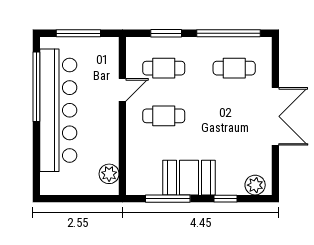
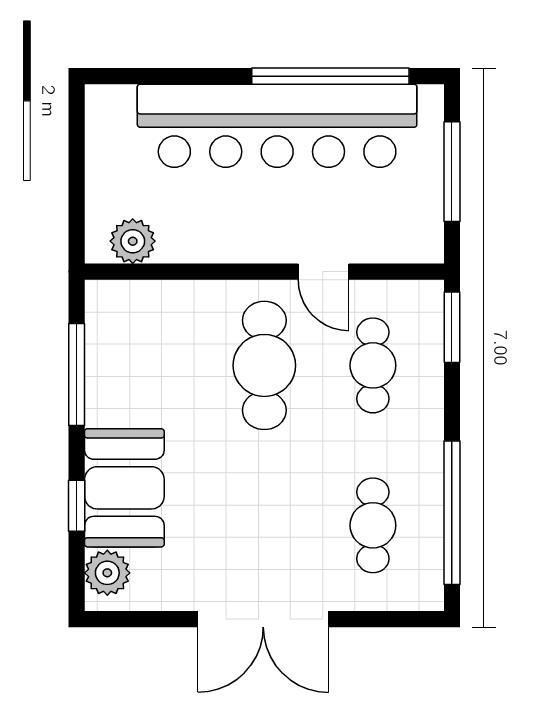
window: (166, 33) -> (452, 327), moved
cafe table: (164, 116) -> (264, 365), width x1.37, depth x1.35
booth: (189, 178) -> (124, 488), moved

